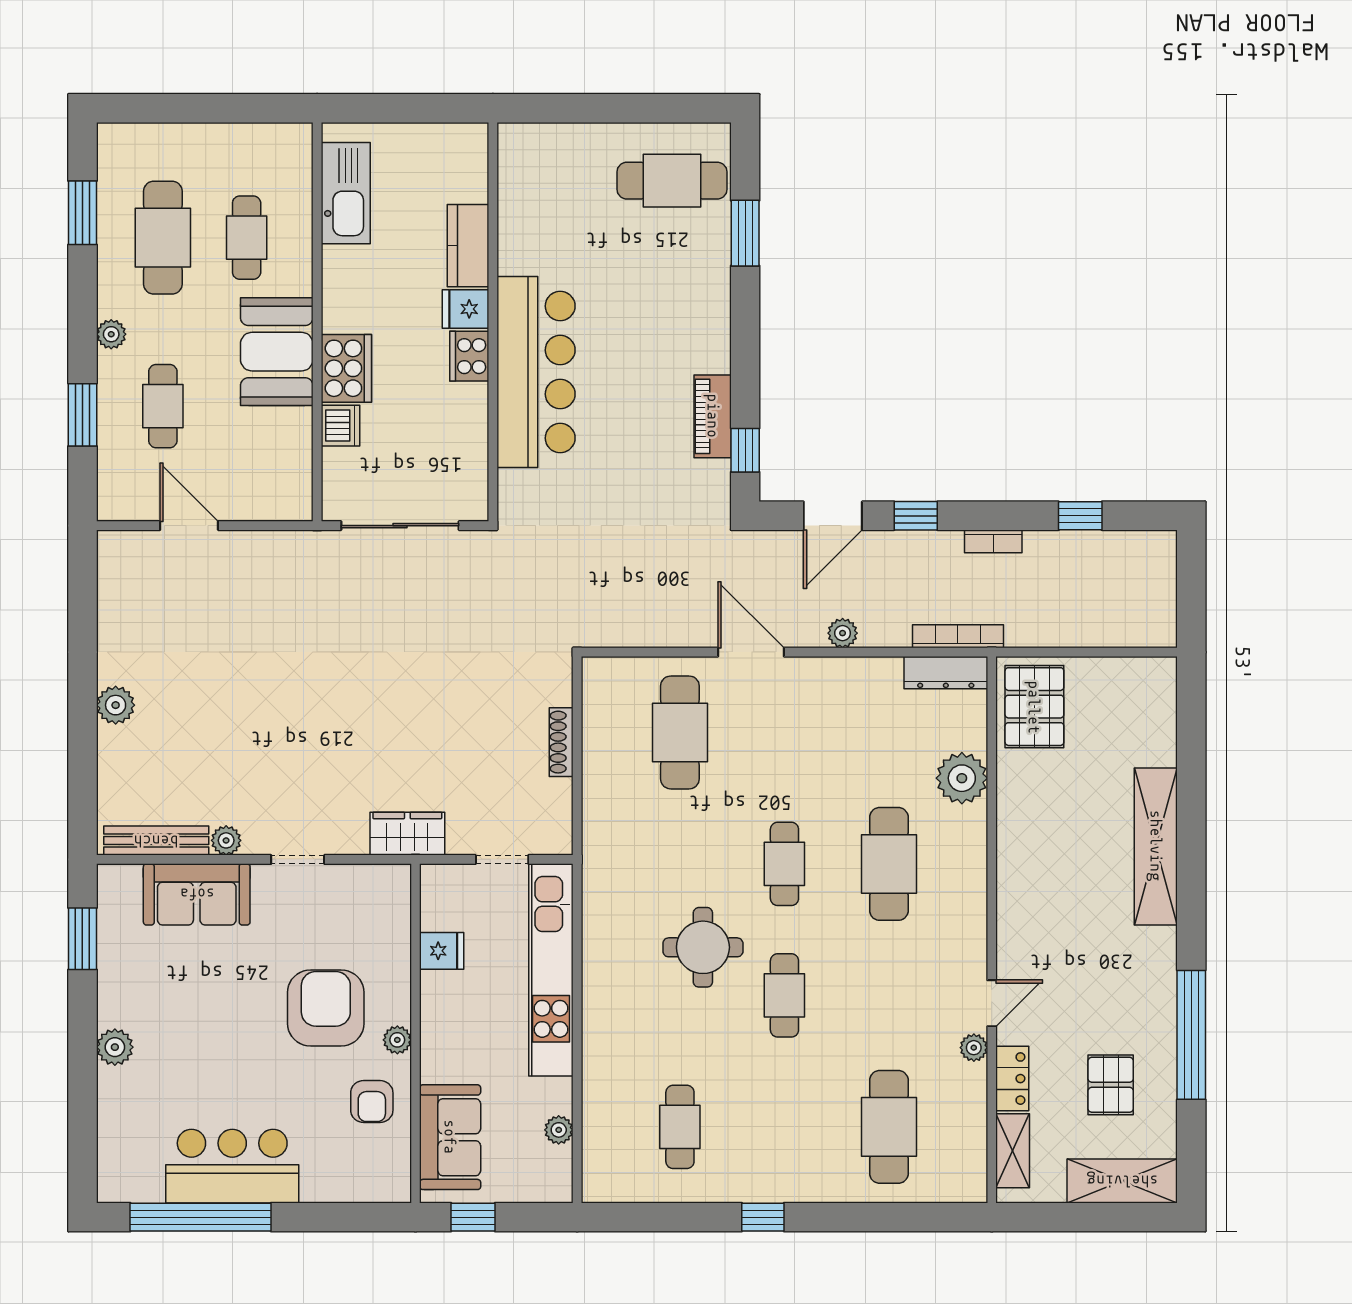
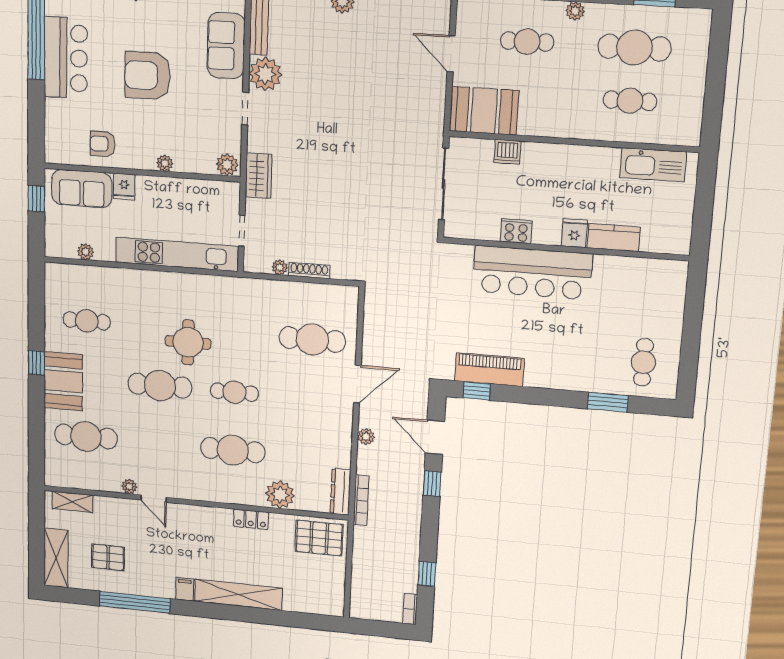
cafe table: (672, 181) -> (643, 362), width x0.73, depth x0.74
booth: (277, 352) -> (484, 111), moved
cooker: (469, 356) -> (516, 231), moved
cooker: (346, 368) -> (543, 158), removed
piano: (713, 416) -> (489, 370), width x1.37, depth x1.33
door: (189, 526) -> (451, 54), swing flipped
bookcase: (993, 541) -> (410, 609), moved
plant: (560, 793) -> (280, 267), added
plant: (226, 840) -> (265, 74), width x1.87, depth x1.87
plant: (393, 887) -> (227, 165), added
filing cabinet: (1156, 944) -> (185, 589), added
fridge: (442, 951) -> (124, 187), moved
cafe table: (784, 995) -> (160, 386), width x1.37, depth x1.35
armchair: (326, 1008) -> (148, 76), moved, turned 180
plant: (397, 1040) -> (165, 163), moved
locker: (1012, 1079) -> (251, 519), moved
booth: (792, 1169) -> (63, 381), added

